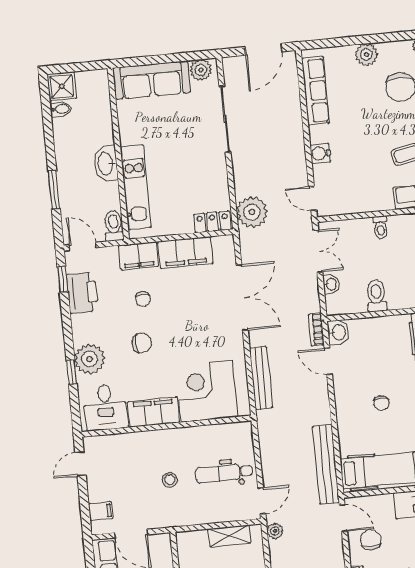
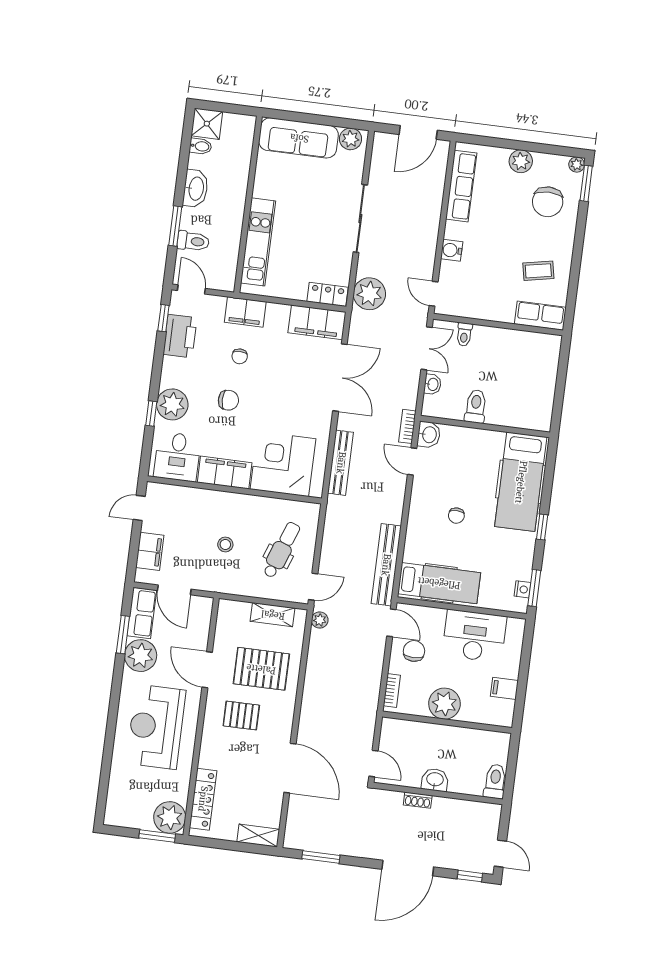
sliding door: (225, 119) -> (360, 219), moved
washbasin: (106, 164) -> (196, 189), moved, turned 180
toilet: (114, 226) -> (193, 241), moved, turned 90
toilet: (380, 227) -> (464, 334), moved
filing cabinet: (185, 253) -> (317, 322), moved
dental chair: (224, 473) -> (282, 550), turned 110
filing cabinet: (101, 511) -> (150, 551), width x2.00

